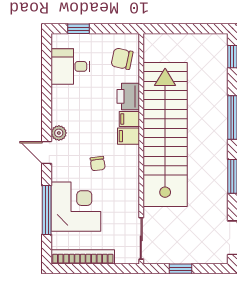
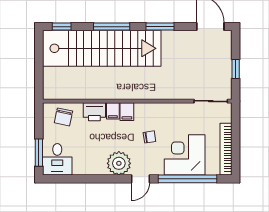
window: (78, 29) -> (39, 153), width x1.50
desk: (70, 66) -> (57, 159), moved
plant: (59, 133) -> (119, 163), width x1.88, depth x1.88
stairs: (165, 135) -> (102, 48), moved, turned 180
window: (47, 210) -> (187, 179), width x1.46

